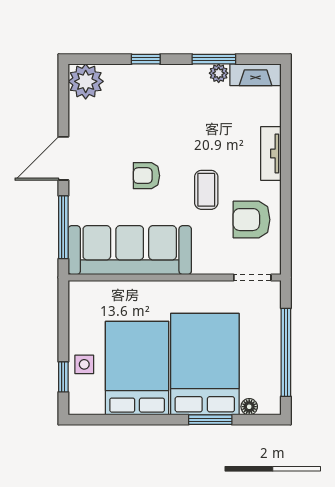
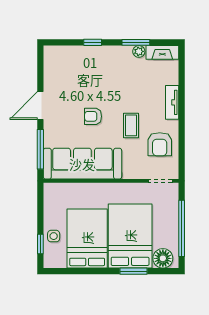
plant: (86, 81) -> (55, 57), removed
armchair: (251, 220) -> (160, 144), turned -90
floor lamp: (249, 407) -> (163, 258), width x1.89, depth x1.89

